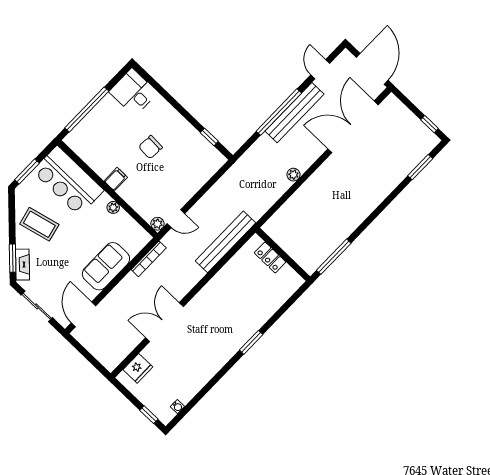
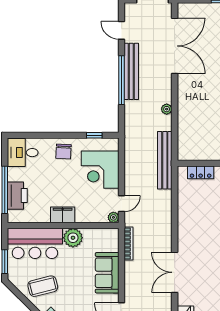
printer: (93, 125) -> (17, 196), added
double door: (353, 127) -> (175, 46), swing flipped
chair: (151, 147) -> (64, 151), moved
corner desk: (186, 171) -> (100, 170), added
filing cabinet: (116, 179) -> (63, 215), width x2.00
plant: (113, 207) -> (73, 238), width x1.87, depth x1.87
bench: (225, 242) -> (165, 160), moved

